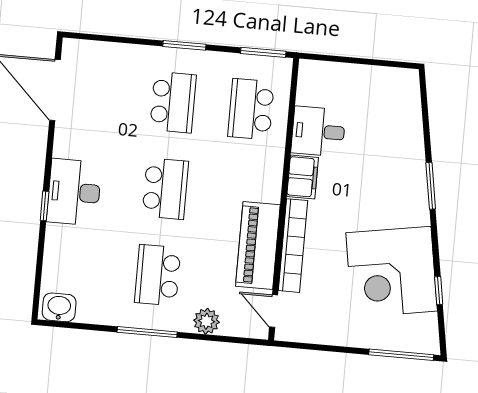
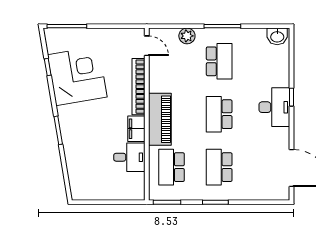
school desk: (251, 109) -> (171, 167), turned 180
piano: (258, 246) -> (160, 119), moved

